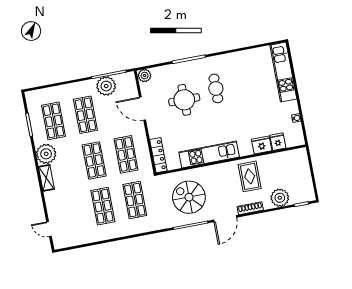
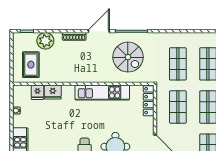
rug: (250, 176) -> (31, 65), moved

